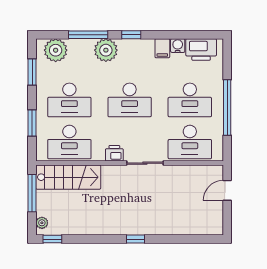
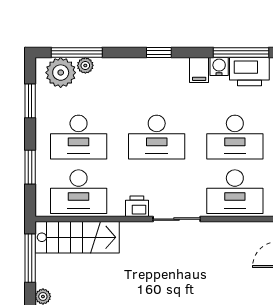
window: (88, 35) -> (77, 52), moved
window: (195, 35) -> (241, 52), added
plant: (106, 50) -> (85, 65), moved, width x0.53, depth x0.53

